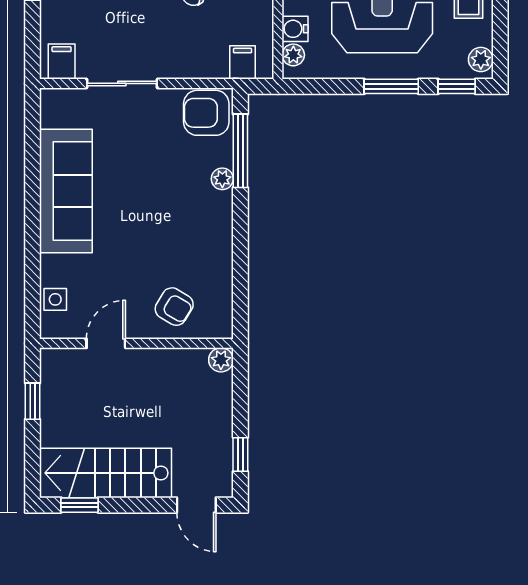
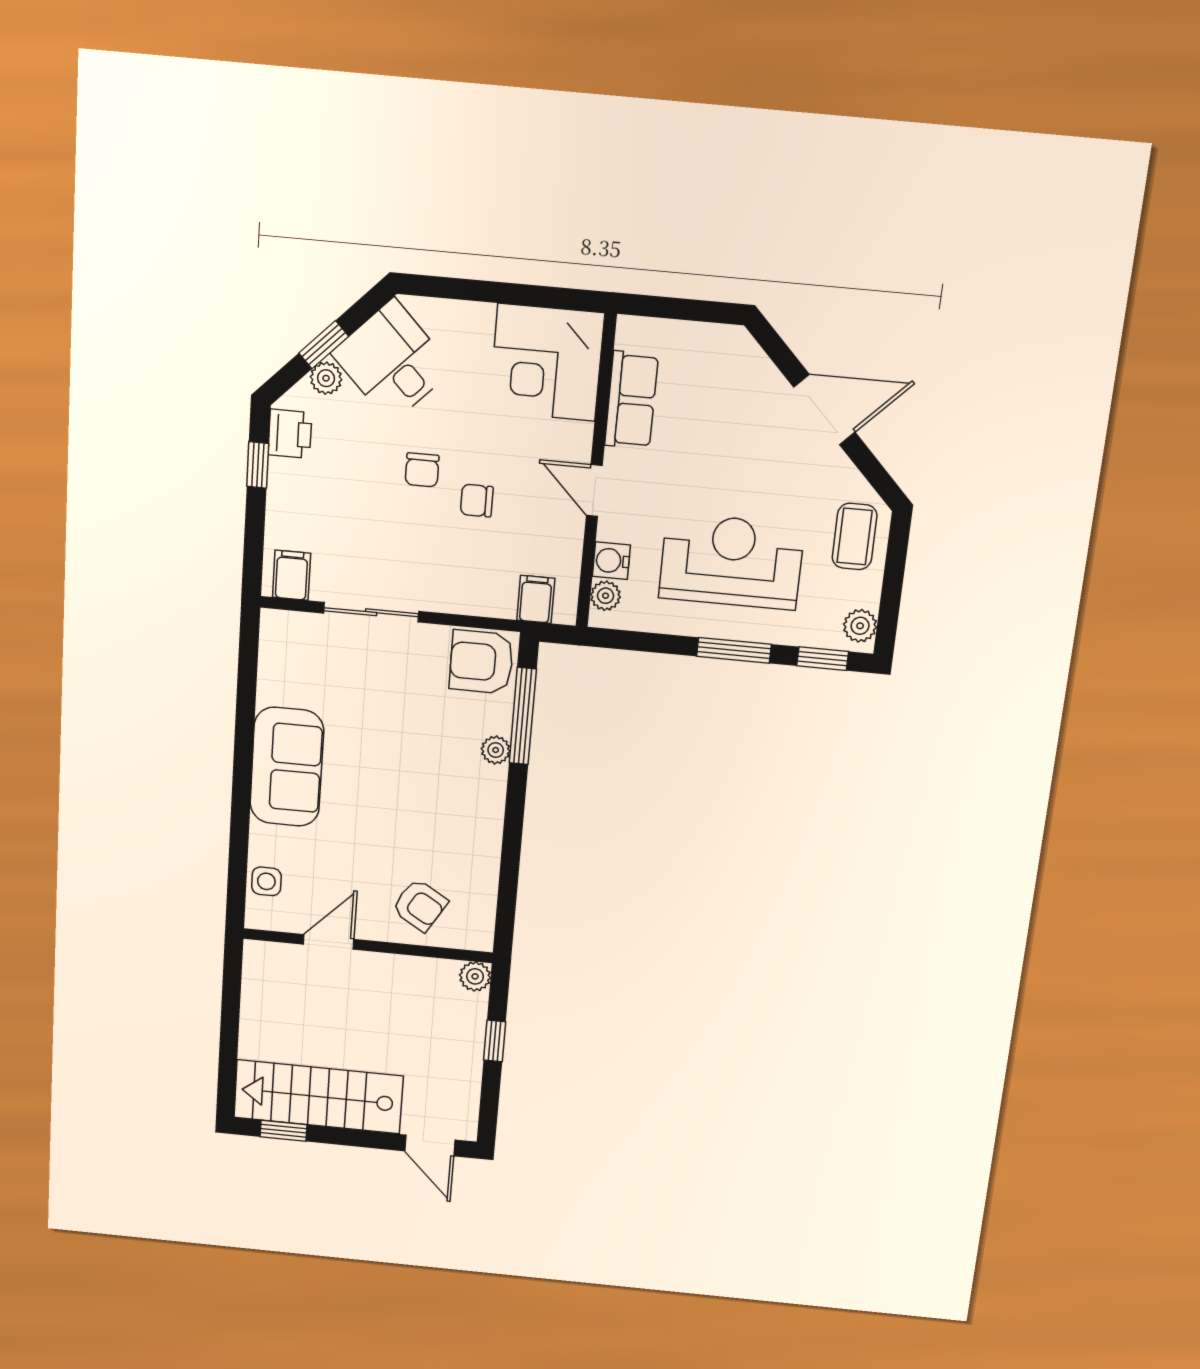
sofa: (66, 191) -> (287, 767), width x0.73
window: (32, 401) -> (231, 1003), removed
window: (240, 454) -> (495, 1041), moved

